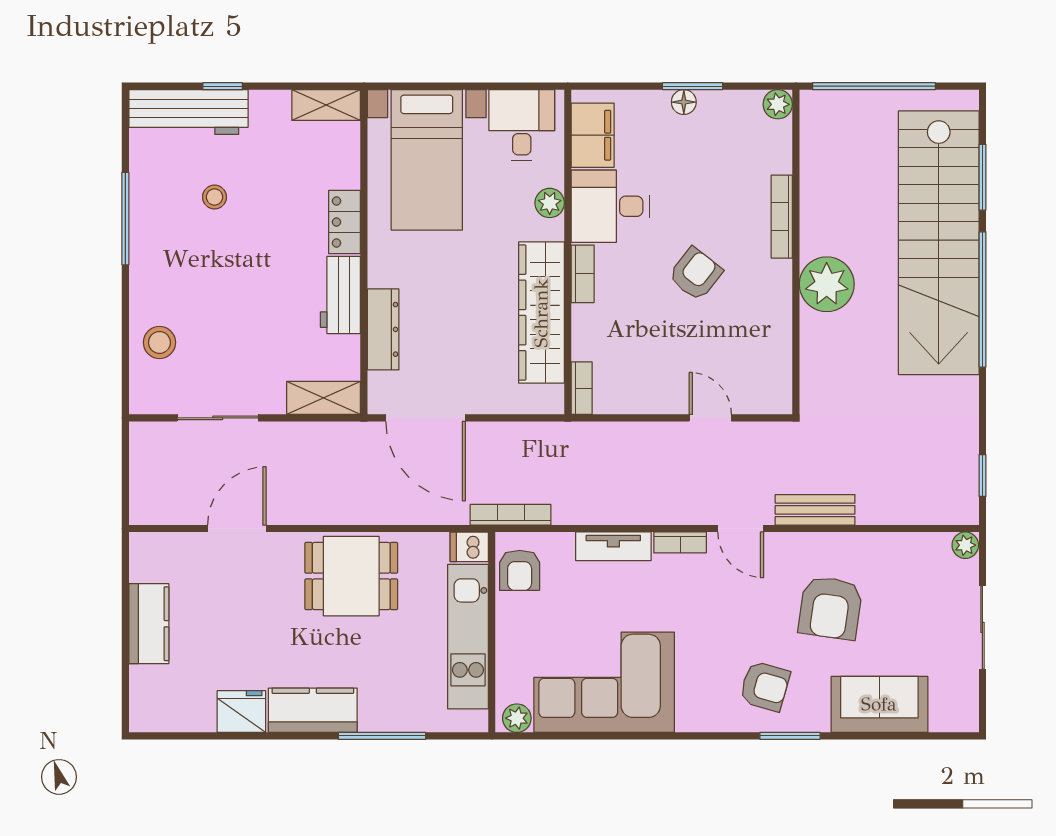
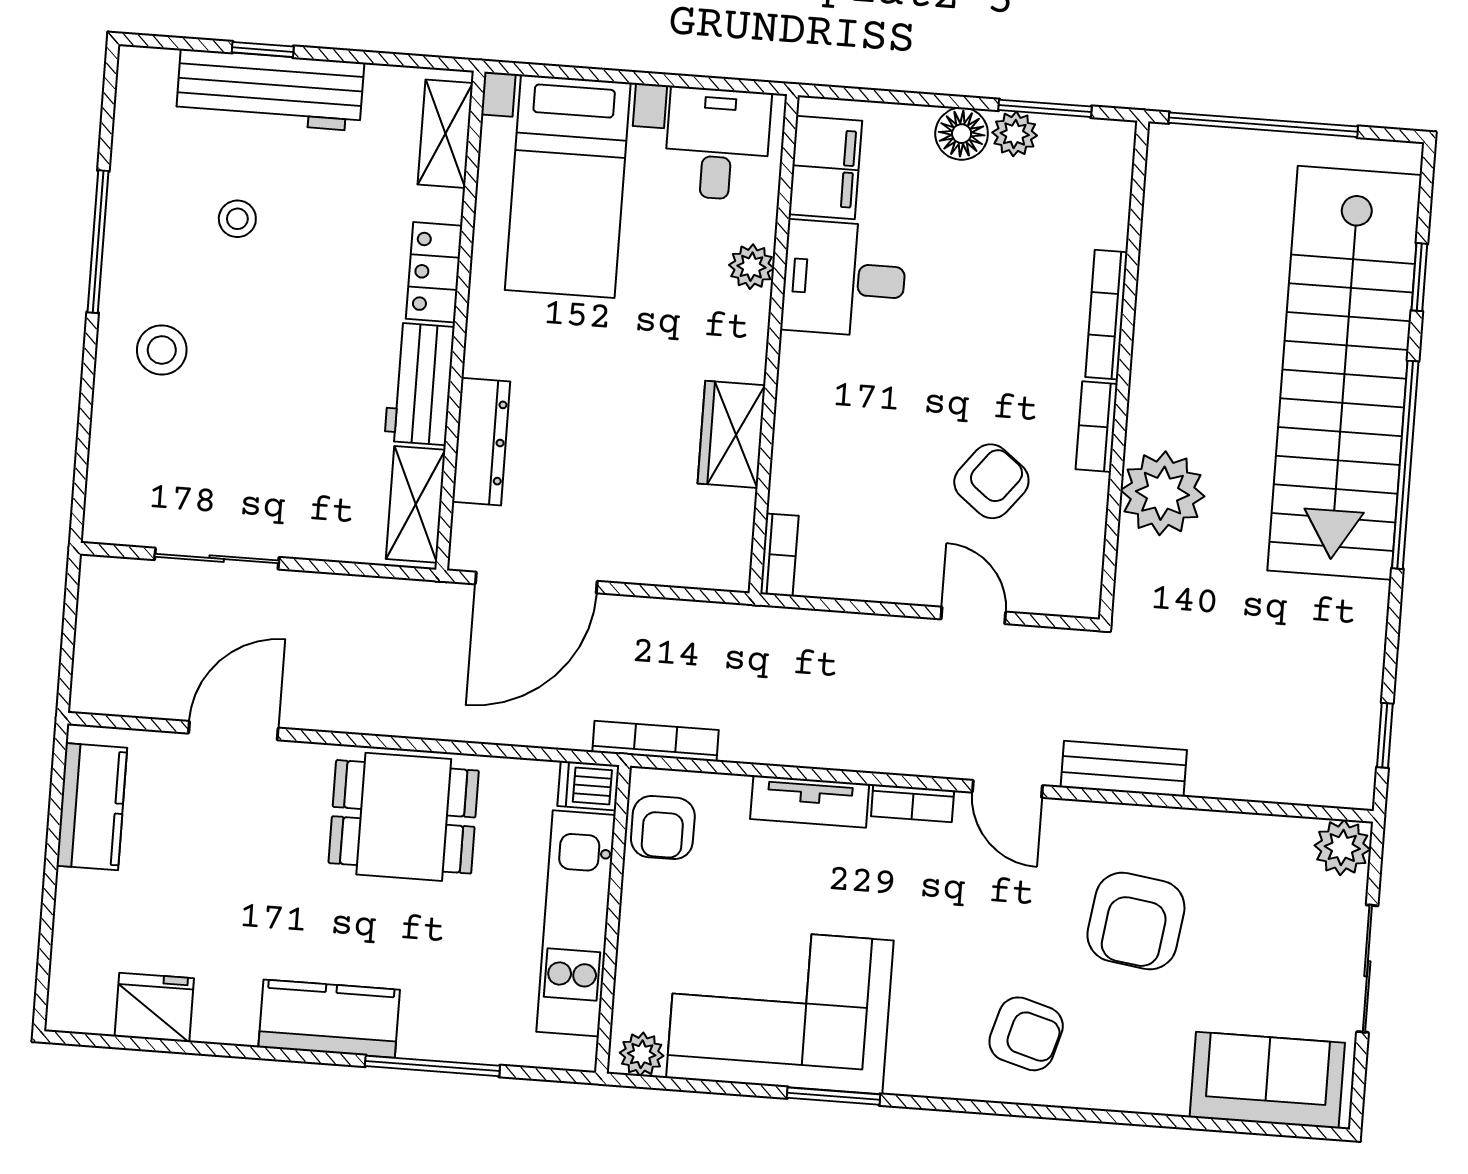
window: (693, 86) -> (1045, 108), moved
floor lamp: (684, 102) -> (962, 134), width x1.37, depth x1.37
plant: (778, 104) -> (1015, 134), moved
shelving: (326, 105) -> (445, 134), moved, turned 90
workbench: (189, 112) -> (270, 90), moved
window: (982, 177) -> (1419, 277), width x0.67
bookcase: (583, 274) -> (1097, 427), moved, turned 180
armchair: (695, 274) -> (991, 481), moved
plant: (827, 284) -> (1162, 493), moved
wardrobe: (541, 313) -> (731, 434), width x0.48, depth x0.85
stool: (159, 342) -> (162, 350), moved
shelving: (324, 398) -> (416, 504), moved, turned 90
door: (426, 418) -> (536, 583), hinge flipped
plant: (965, 545) -> (1342, 847), width x1.38, depth x1.38
kitchen counter: (149, 624) -> (92, 807), moved
sofa: (879, 704) -> (1267, 1080), moved
fridge: (241, 712) -> (154, 1007), moved
window: (790, 736) -> (834, 1096), moved

